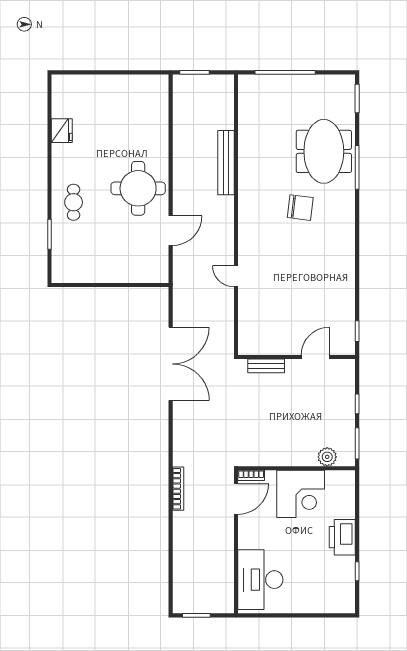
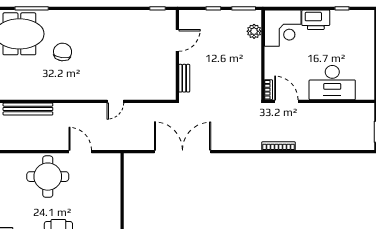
door: (315, 357) -> (177, 40), swing flipped
corner desk: (301, 494) -> (283, 28), moved, turned 90
desk: (260, 580) -> (332, 83), moved

